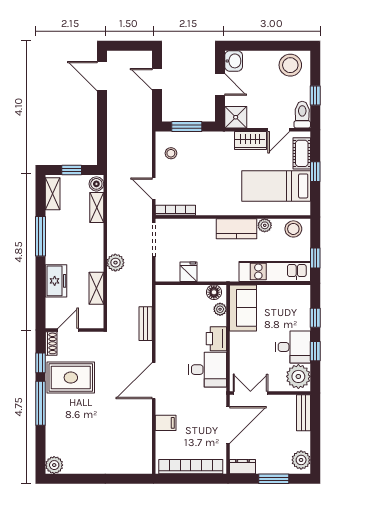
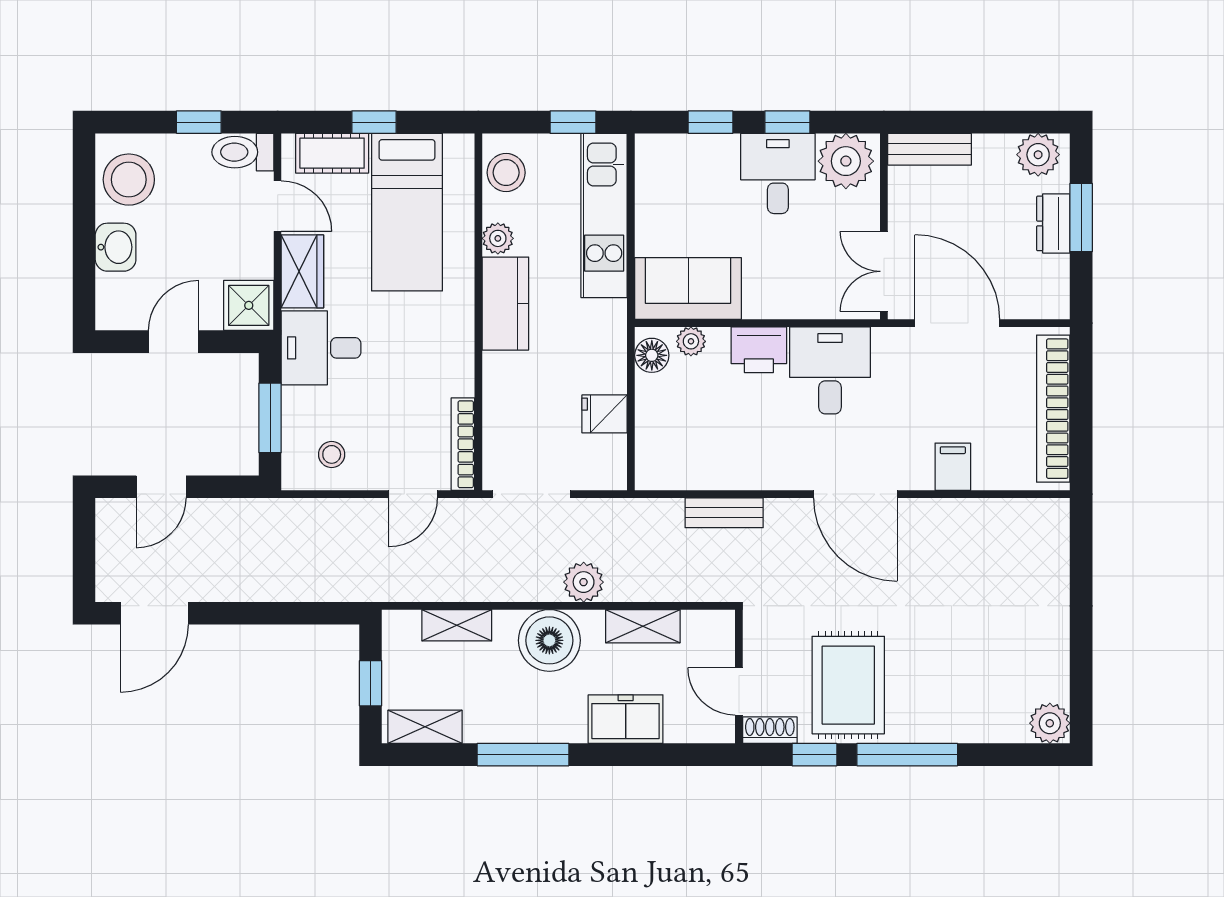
washbasin: (234, 61) -> (116, 247), moved, turned 90
desk: (217, 149) -> (321, 348), added
boiler: (96, 184) -> (549, 640), moved, width x1.86, depth x1.86
dresser: (242, 467) -> (1053, 223), moved

